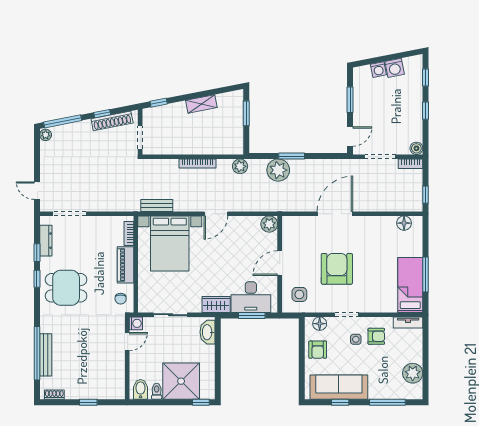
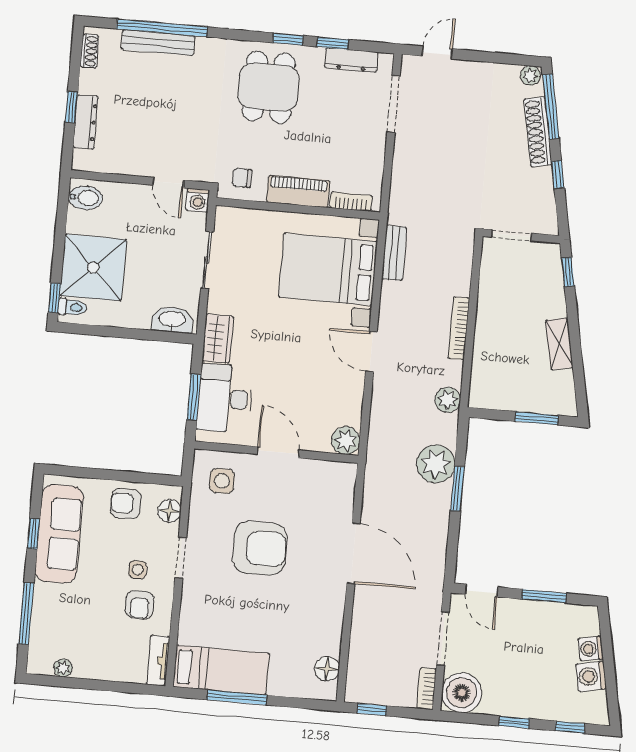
shoe rack: (112, 121) -> (538, 132), moved
boiler: (416, 148) -> (462, 693), width x1.86, depth x1.86
plant: (413, 373) -> (63, 668), width x0.53, depth x0.53
toilet: (157, 391) -> (72, 307), moved
dresser: (96, 393) -> (85, 122), added

